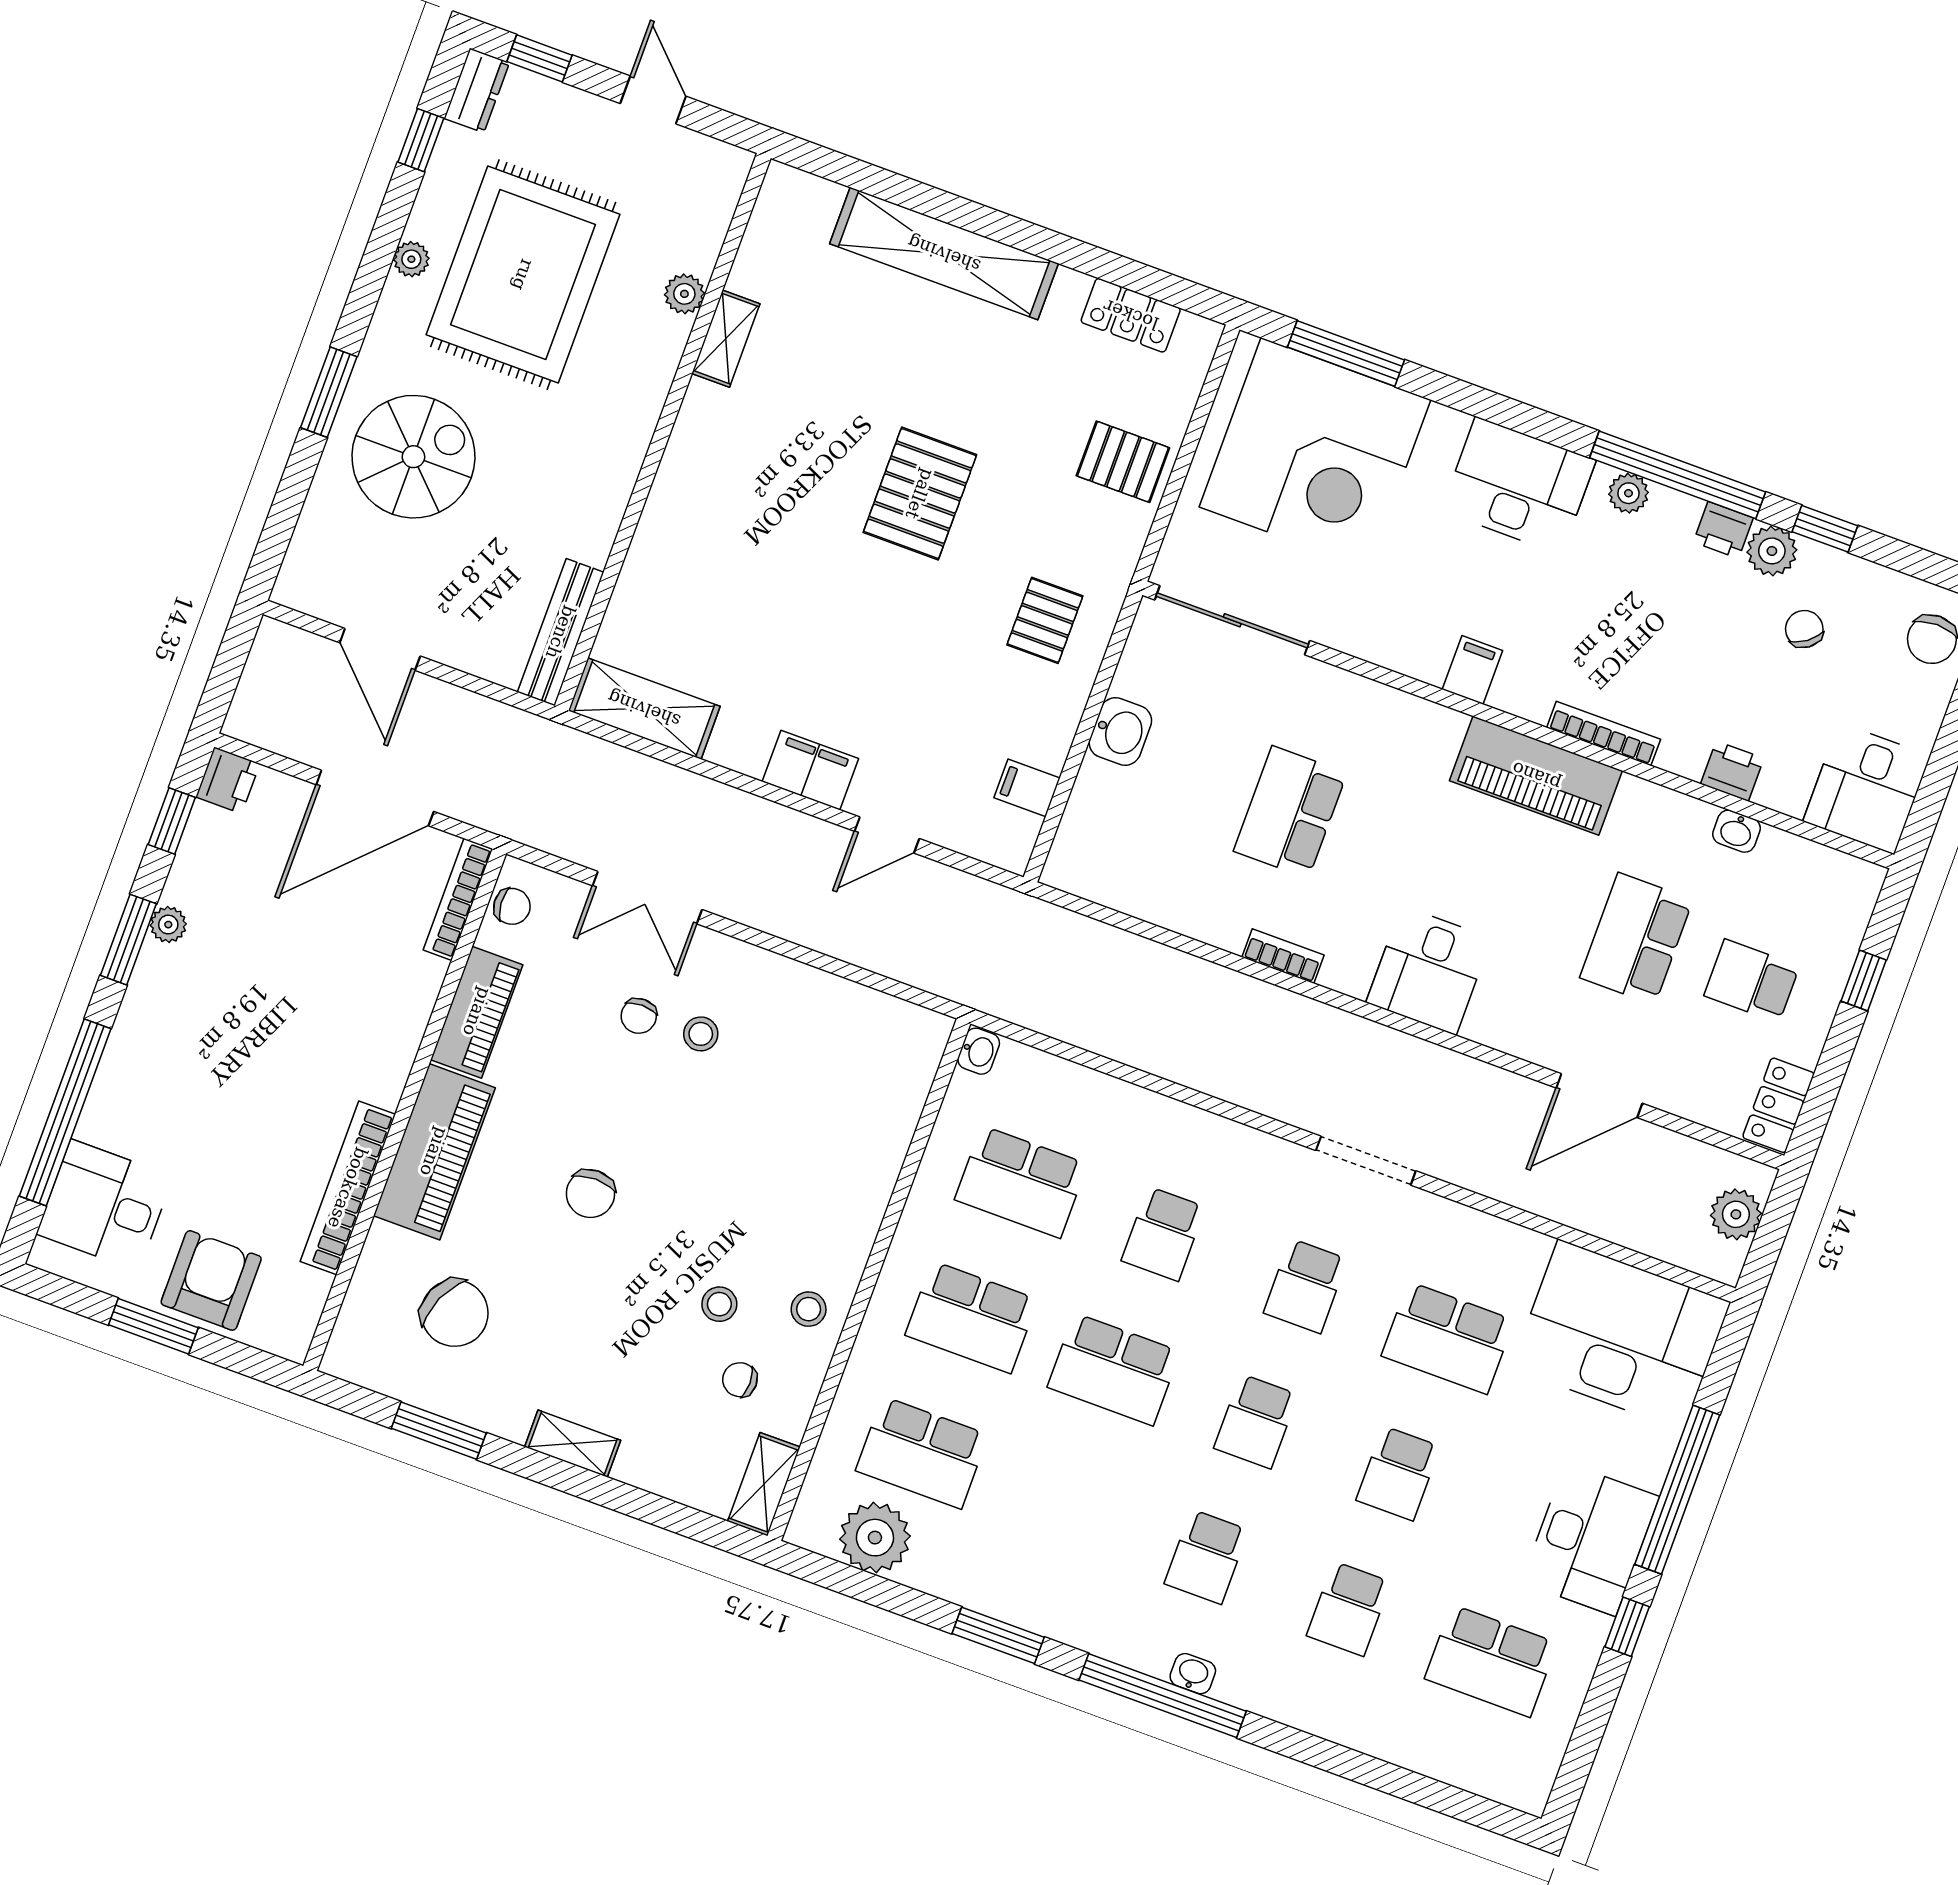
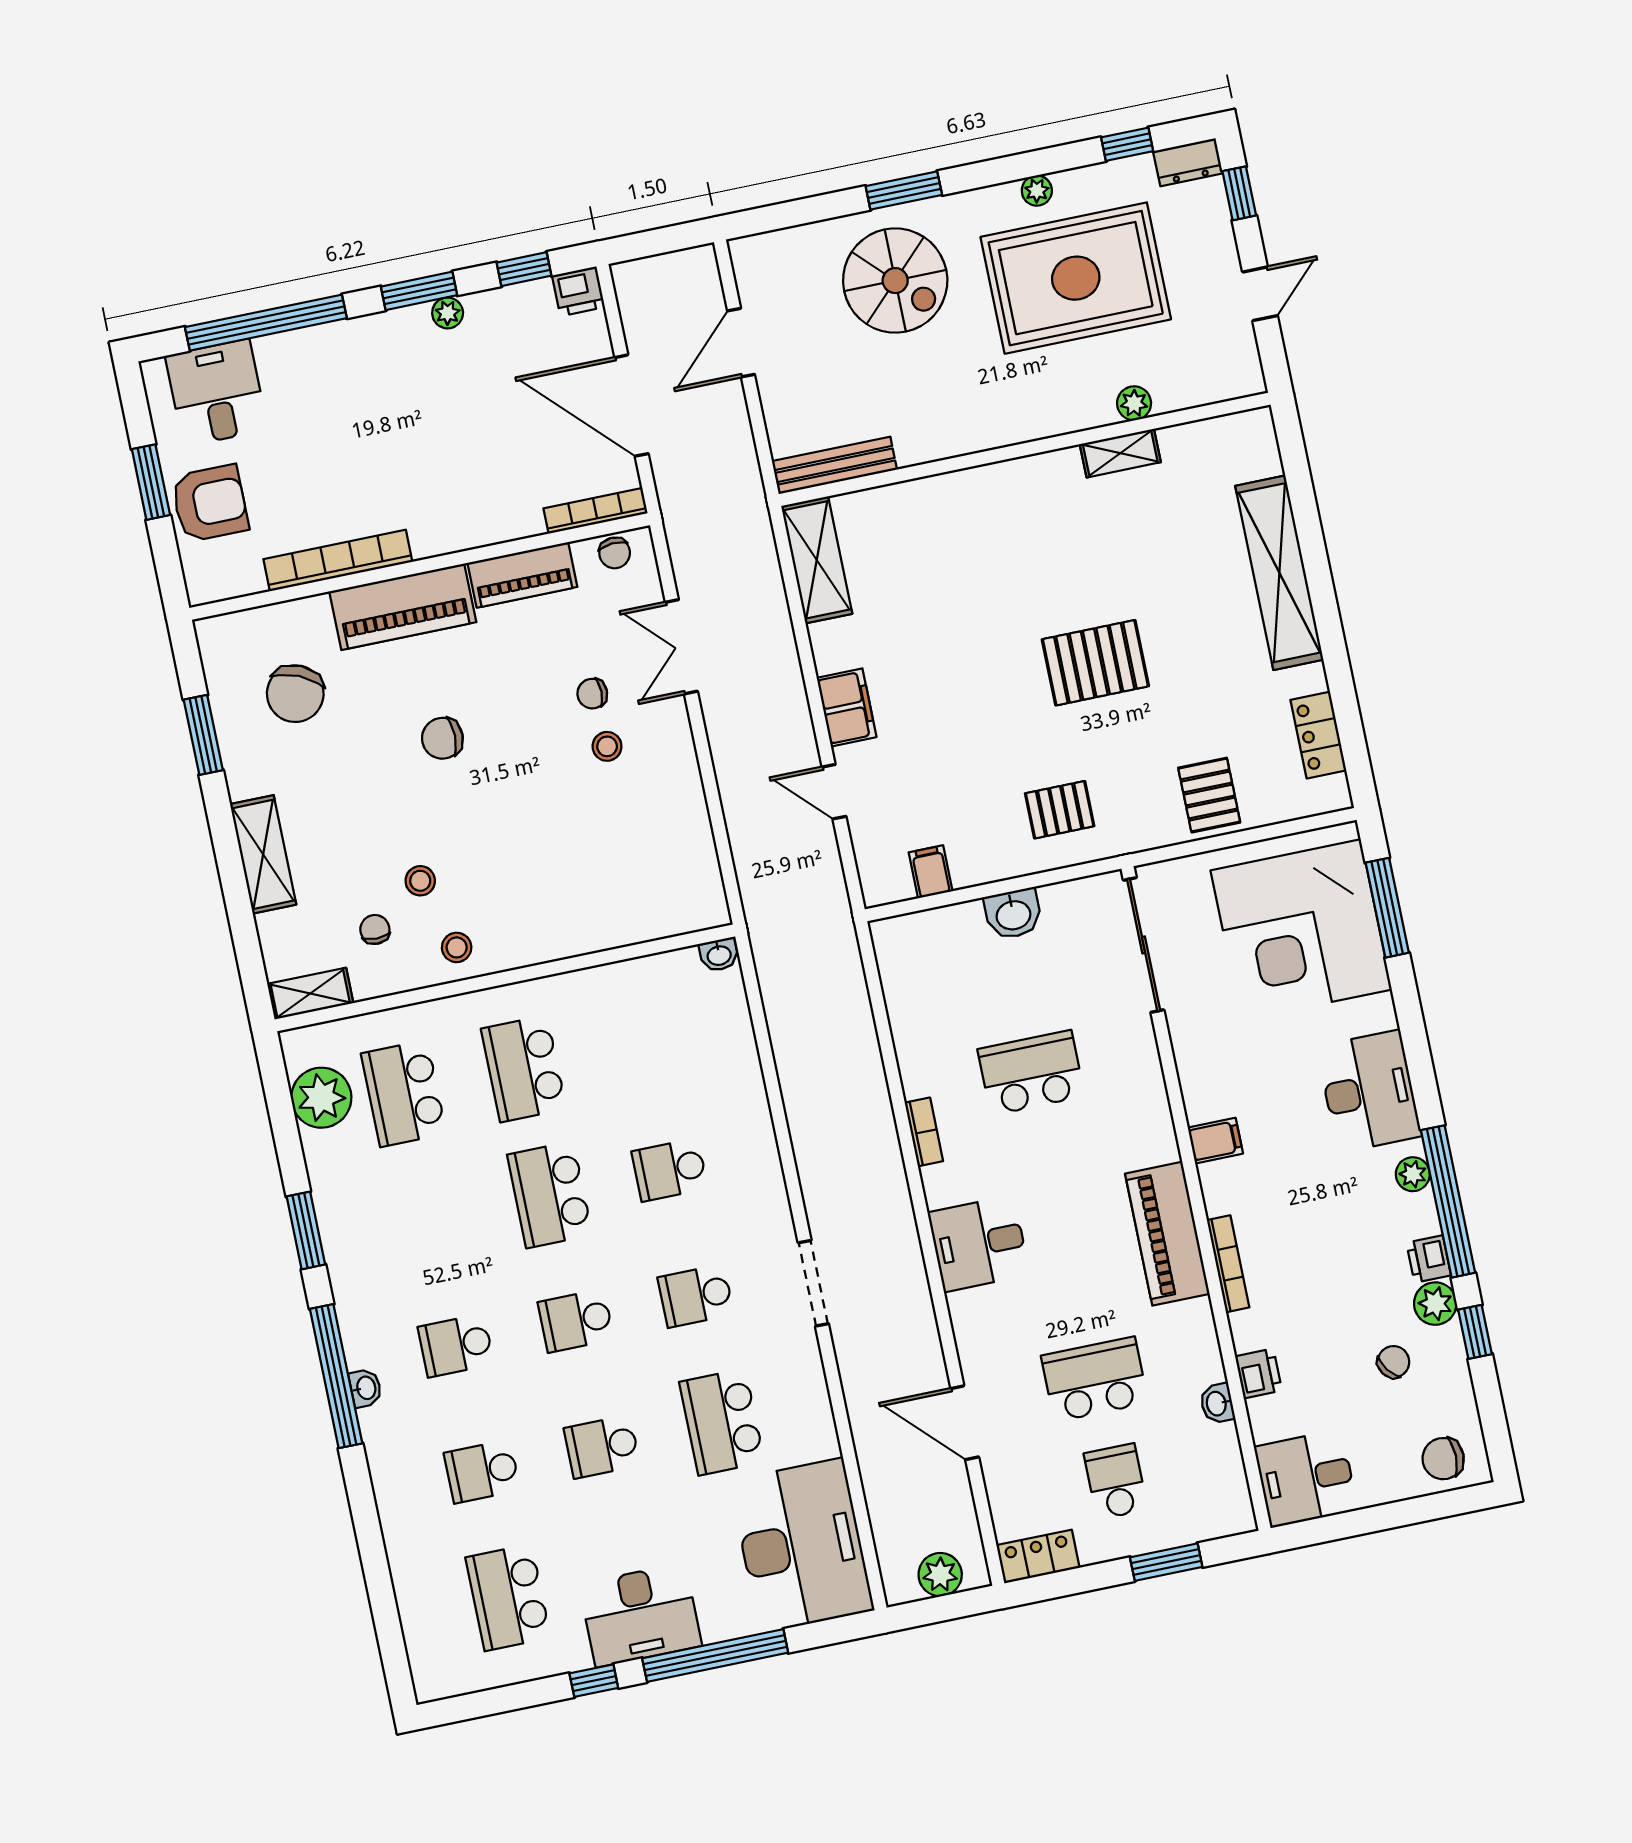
window: (1864, 980) -> (1166, 1562), width x1.50
school desk: (1021, 1182) -> (644, 1044), removed
shelving: (573, 1444) -> (263, 854), width x1.50, depth x1.33

